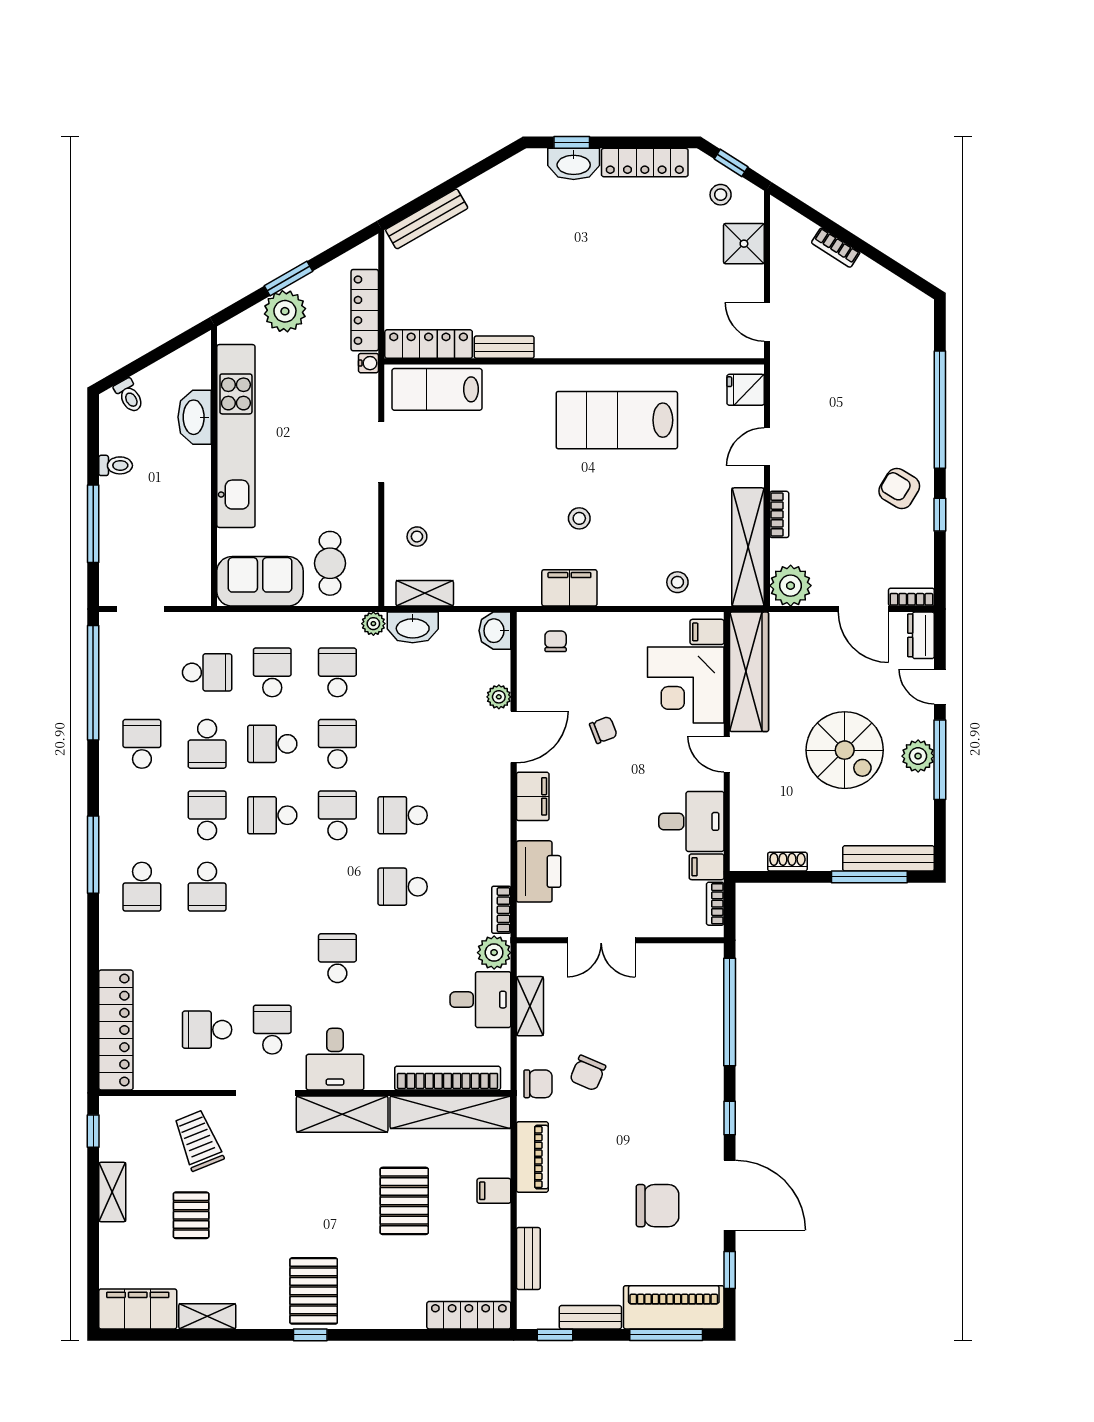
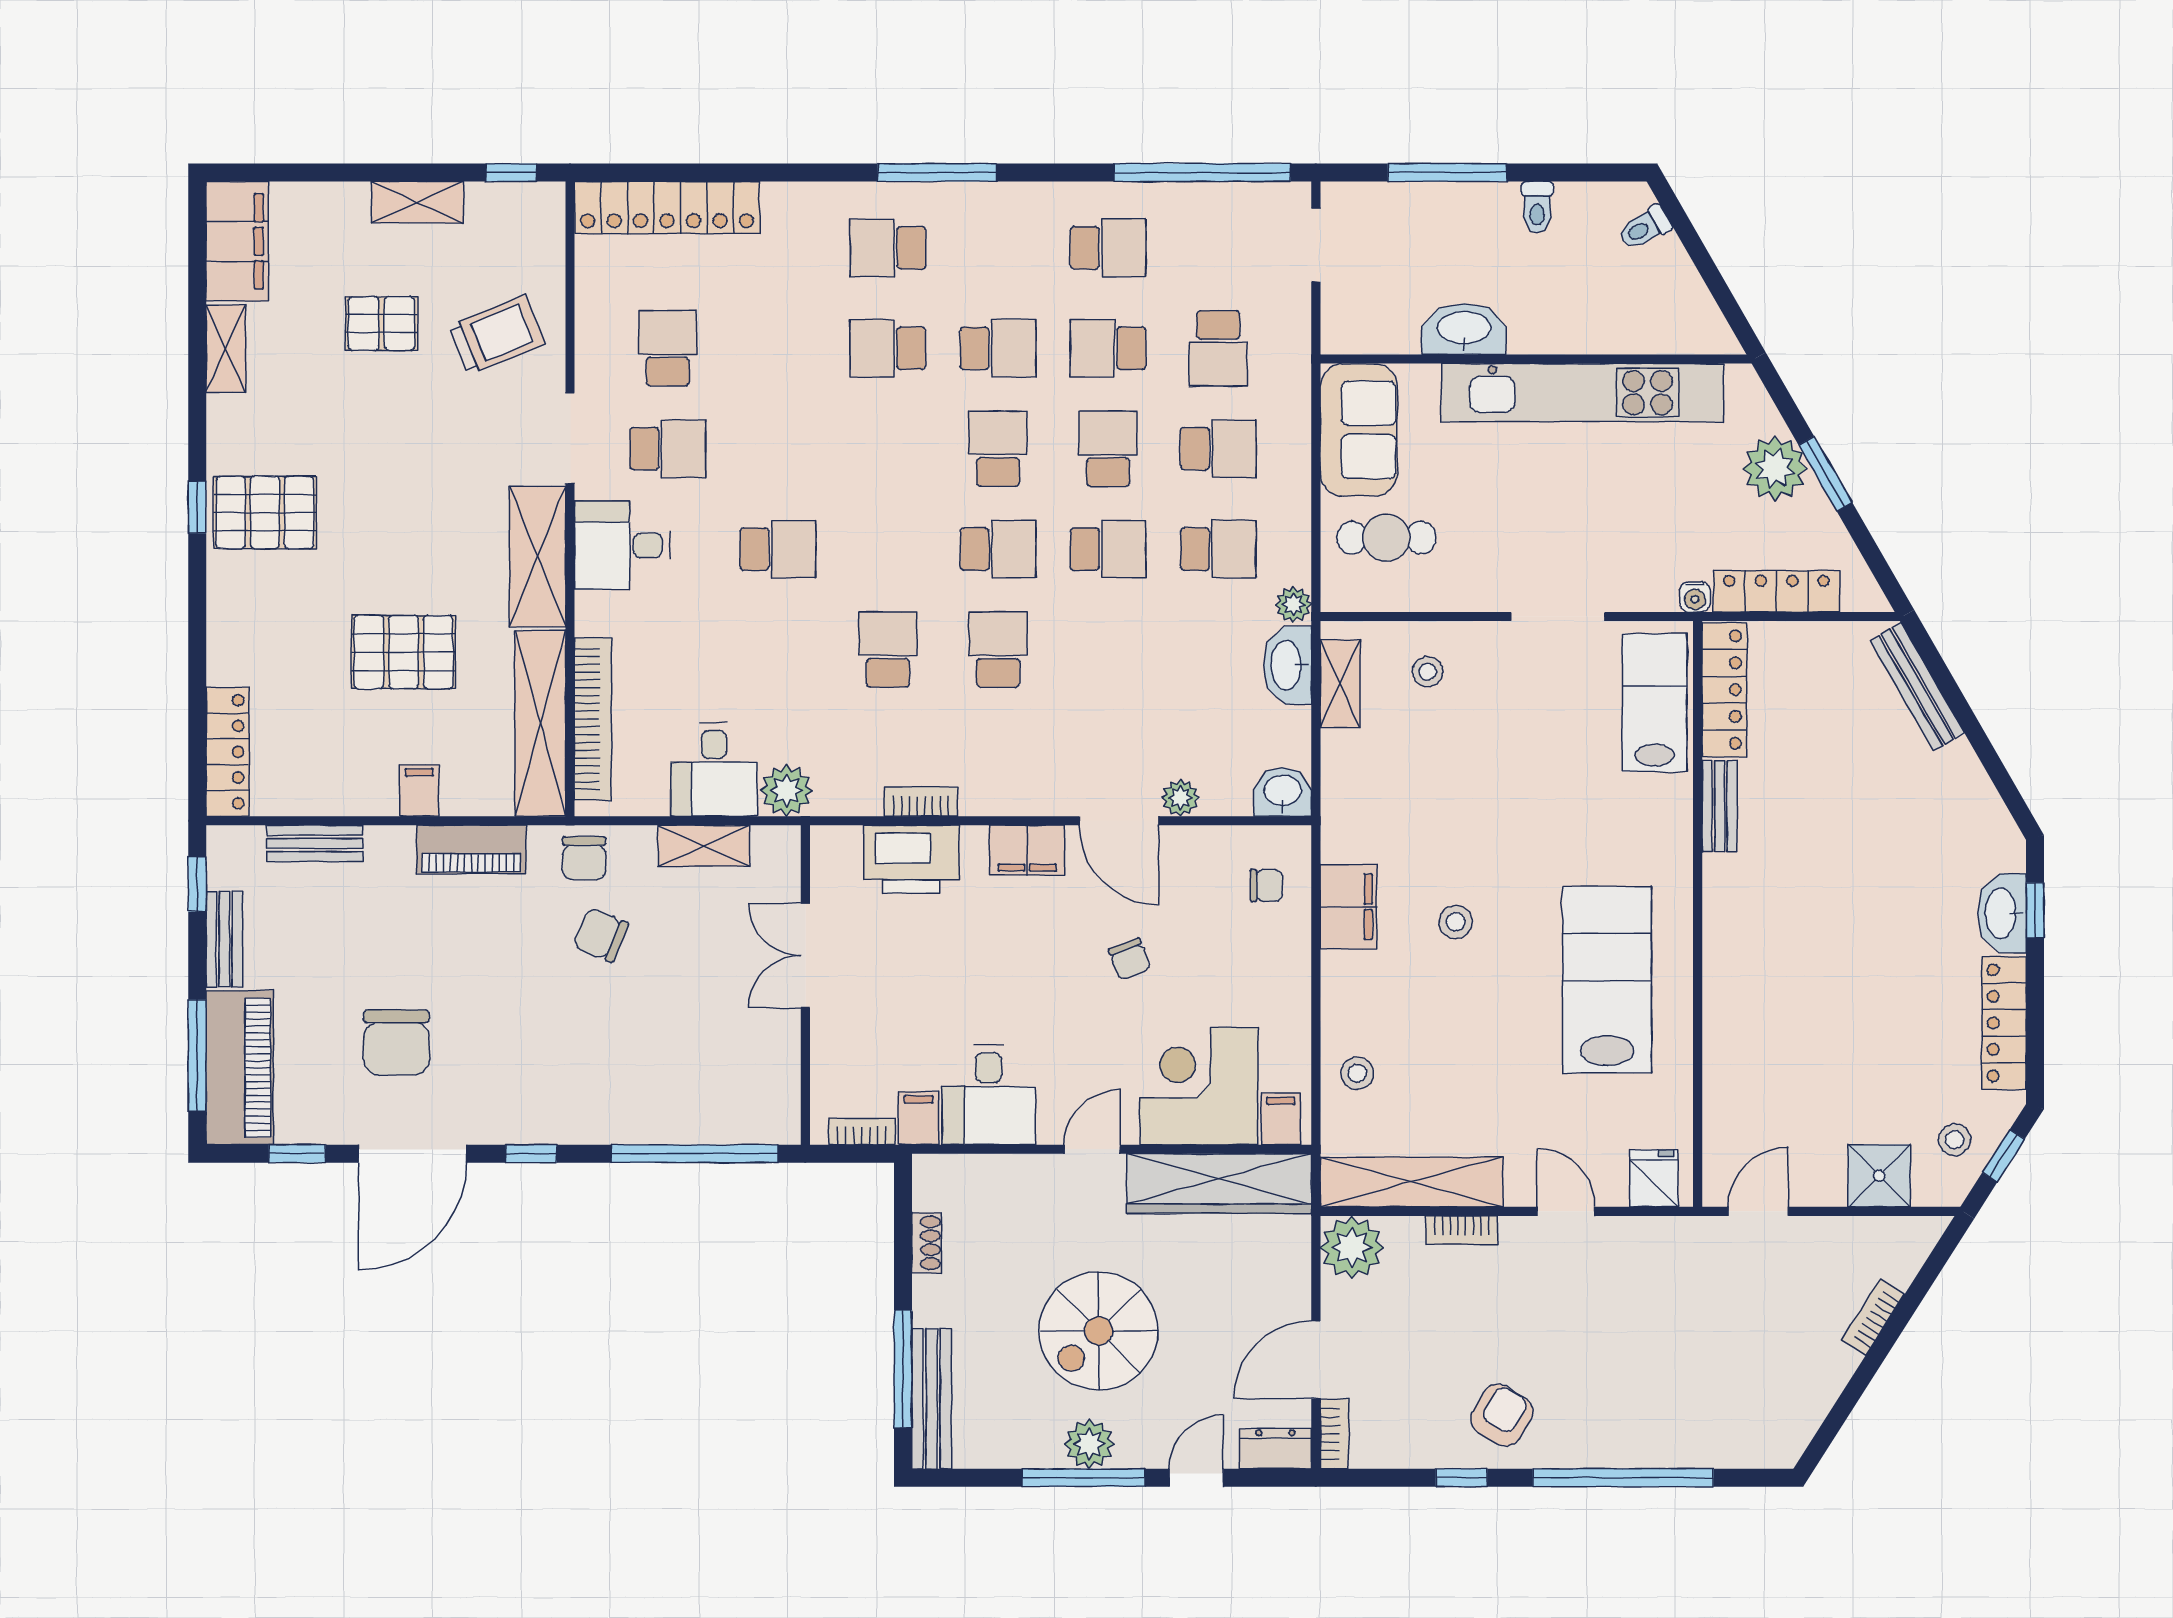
washbasin: (195, 417) -> (1464, 329), moved
bookcase: (501, 910) -> (921, 802), moved

